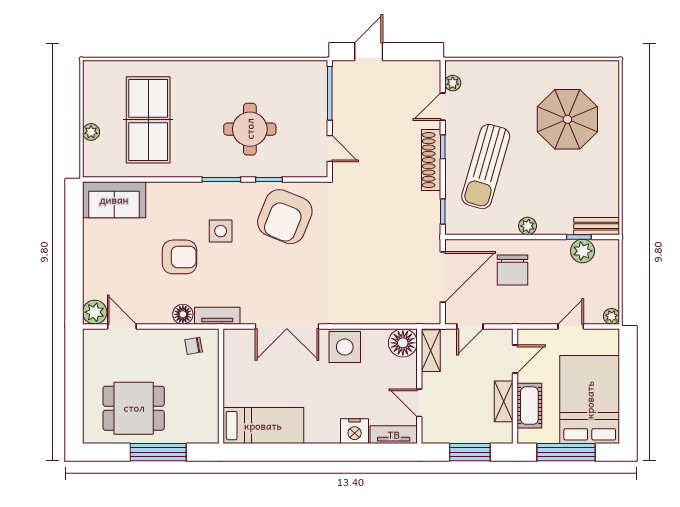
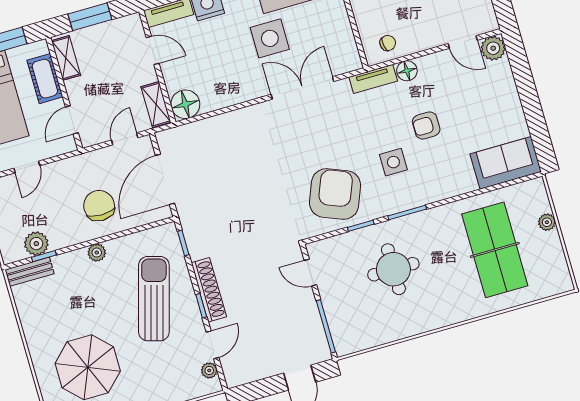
armchair: (179, 257) -> (426, 125), width x0.72, depth x0.72
side table: (345, 347) -> (270, 38), moved
shelving: (504, 401) -> (66, 58), moved

